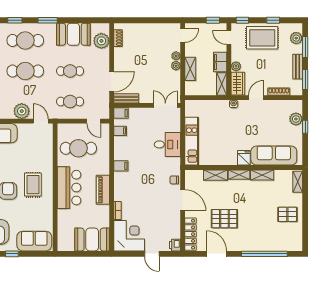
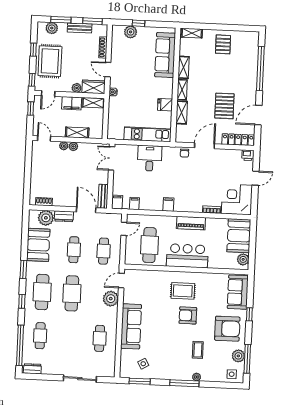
dresser: (104, 59) -> (64, 216), added
fridge: (244, 158) -> (165, 105), moved
plant: (68, 245) -> (243, 259), added

